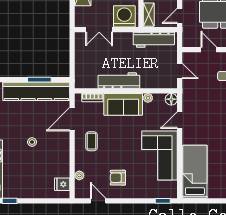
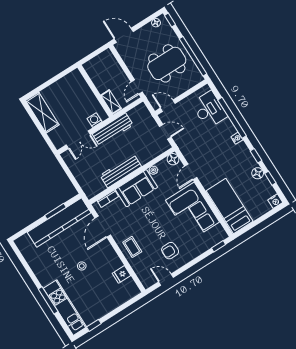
washing machine: (124, 16) -> (95, 120), width x0.53, depth x0.53
workbench: (154, 40) -> (113, 130), moved
door: (209, 50) -> (168, 106), moved
coffee table: (92, 141) -> (132, 247), moved
plant: (79, 175) -> (138, 269), removed
fridge: (62, 184) -> (121, 274), moved

